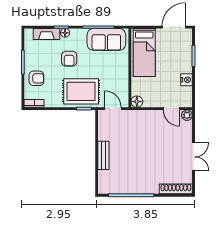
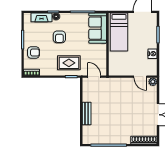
sofa: (106, 39) -> (98, 28), moved, turned 90
rug: (81, 91) -> (69, 63), width x0.73, depth x0.70
floor lamp: (137, 102) -> (113, 71), removed

